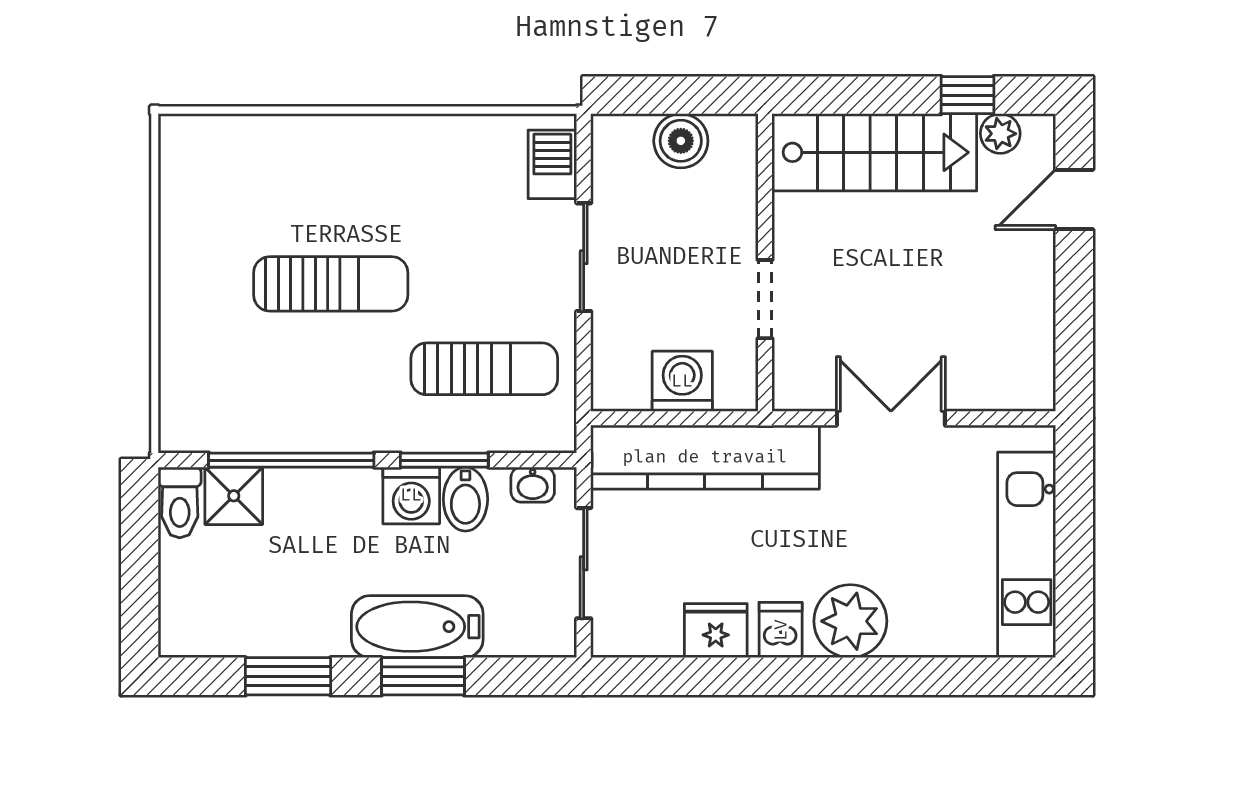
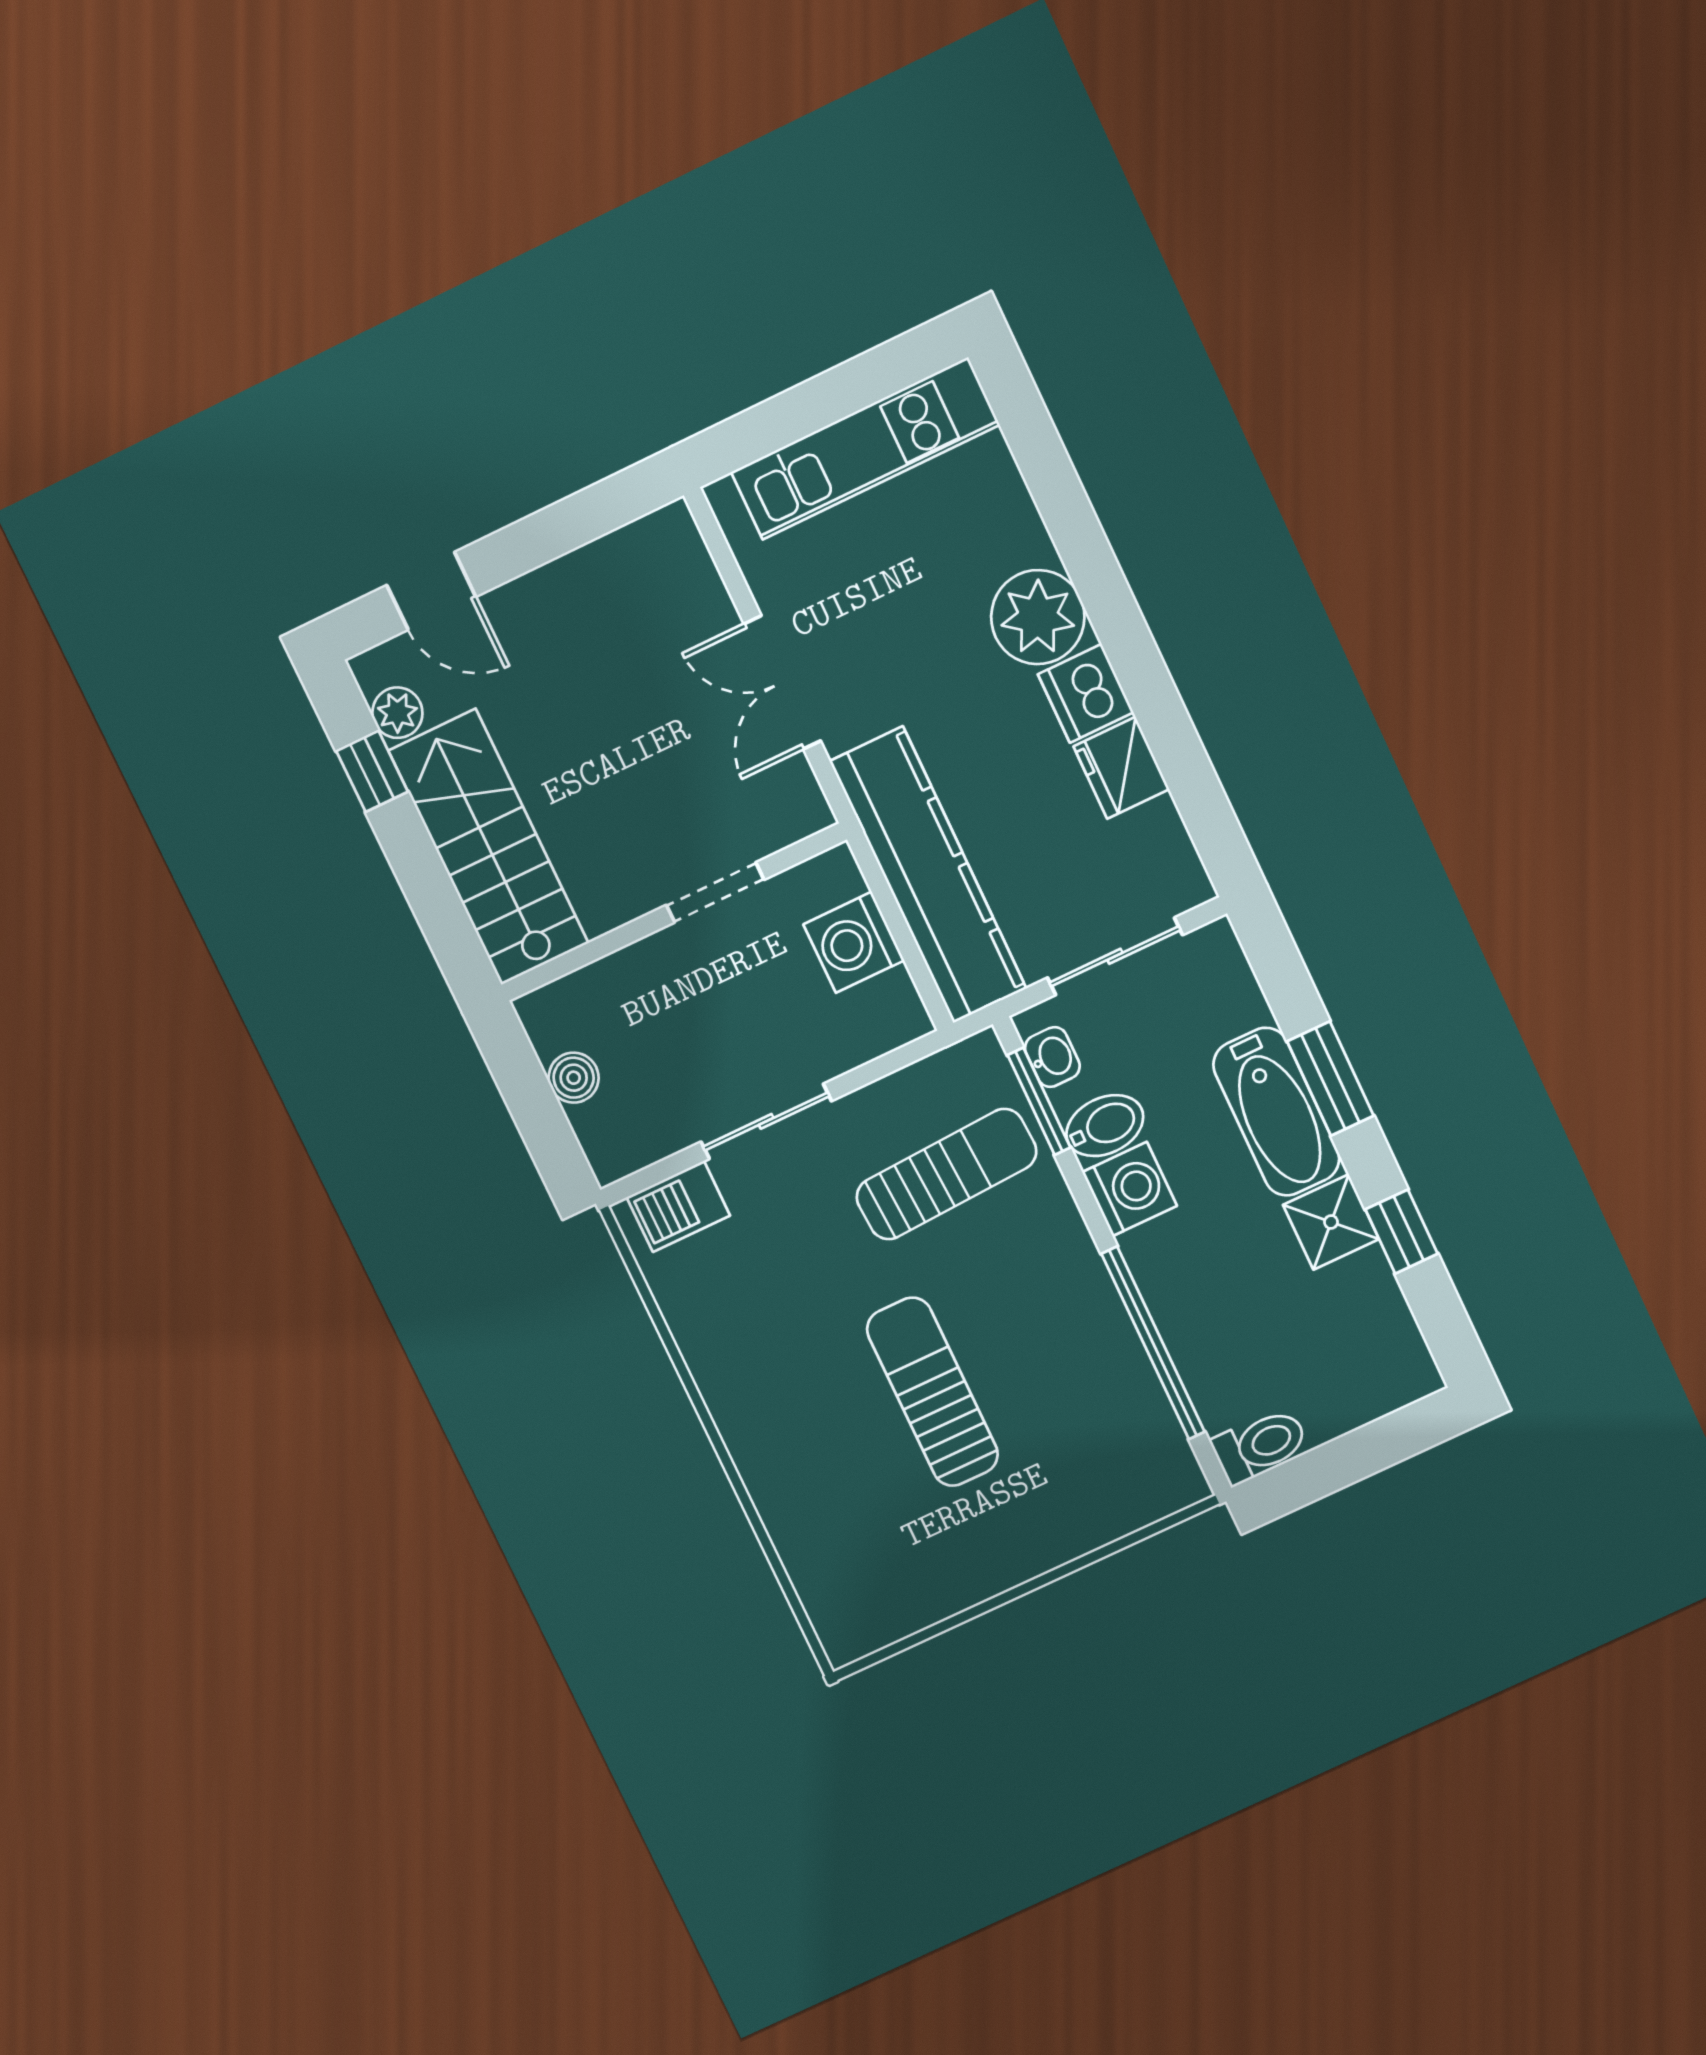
boiler: (681, 141) -> (574, 1078), width x0.73, depth x0.73
sun lounger: (484, 369) -> (946, 1174), turned 87
window: (444, 460) -> (1039, 1101), moved
shower: (234, 496) -> (1331, 1222), moved
dishwasher: (781, 630) -> (1086, 693), width x1.38
window: (288, 676) -> (1402, 1232), width x0.67

